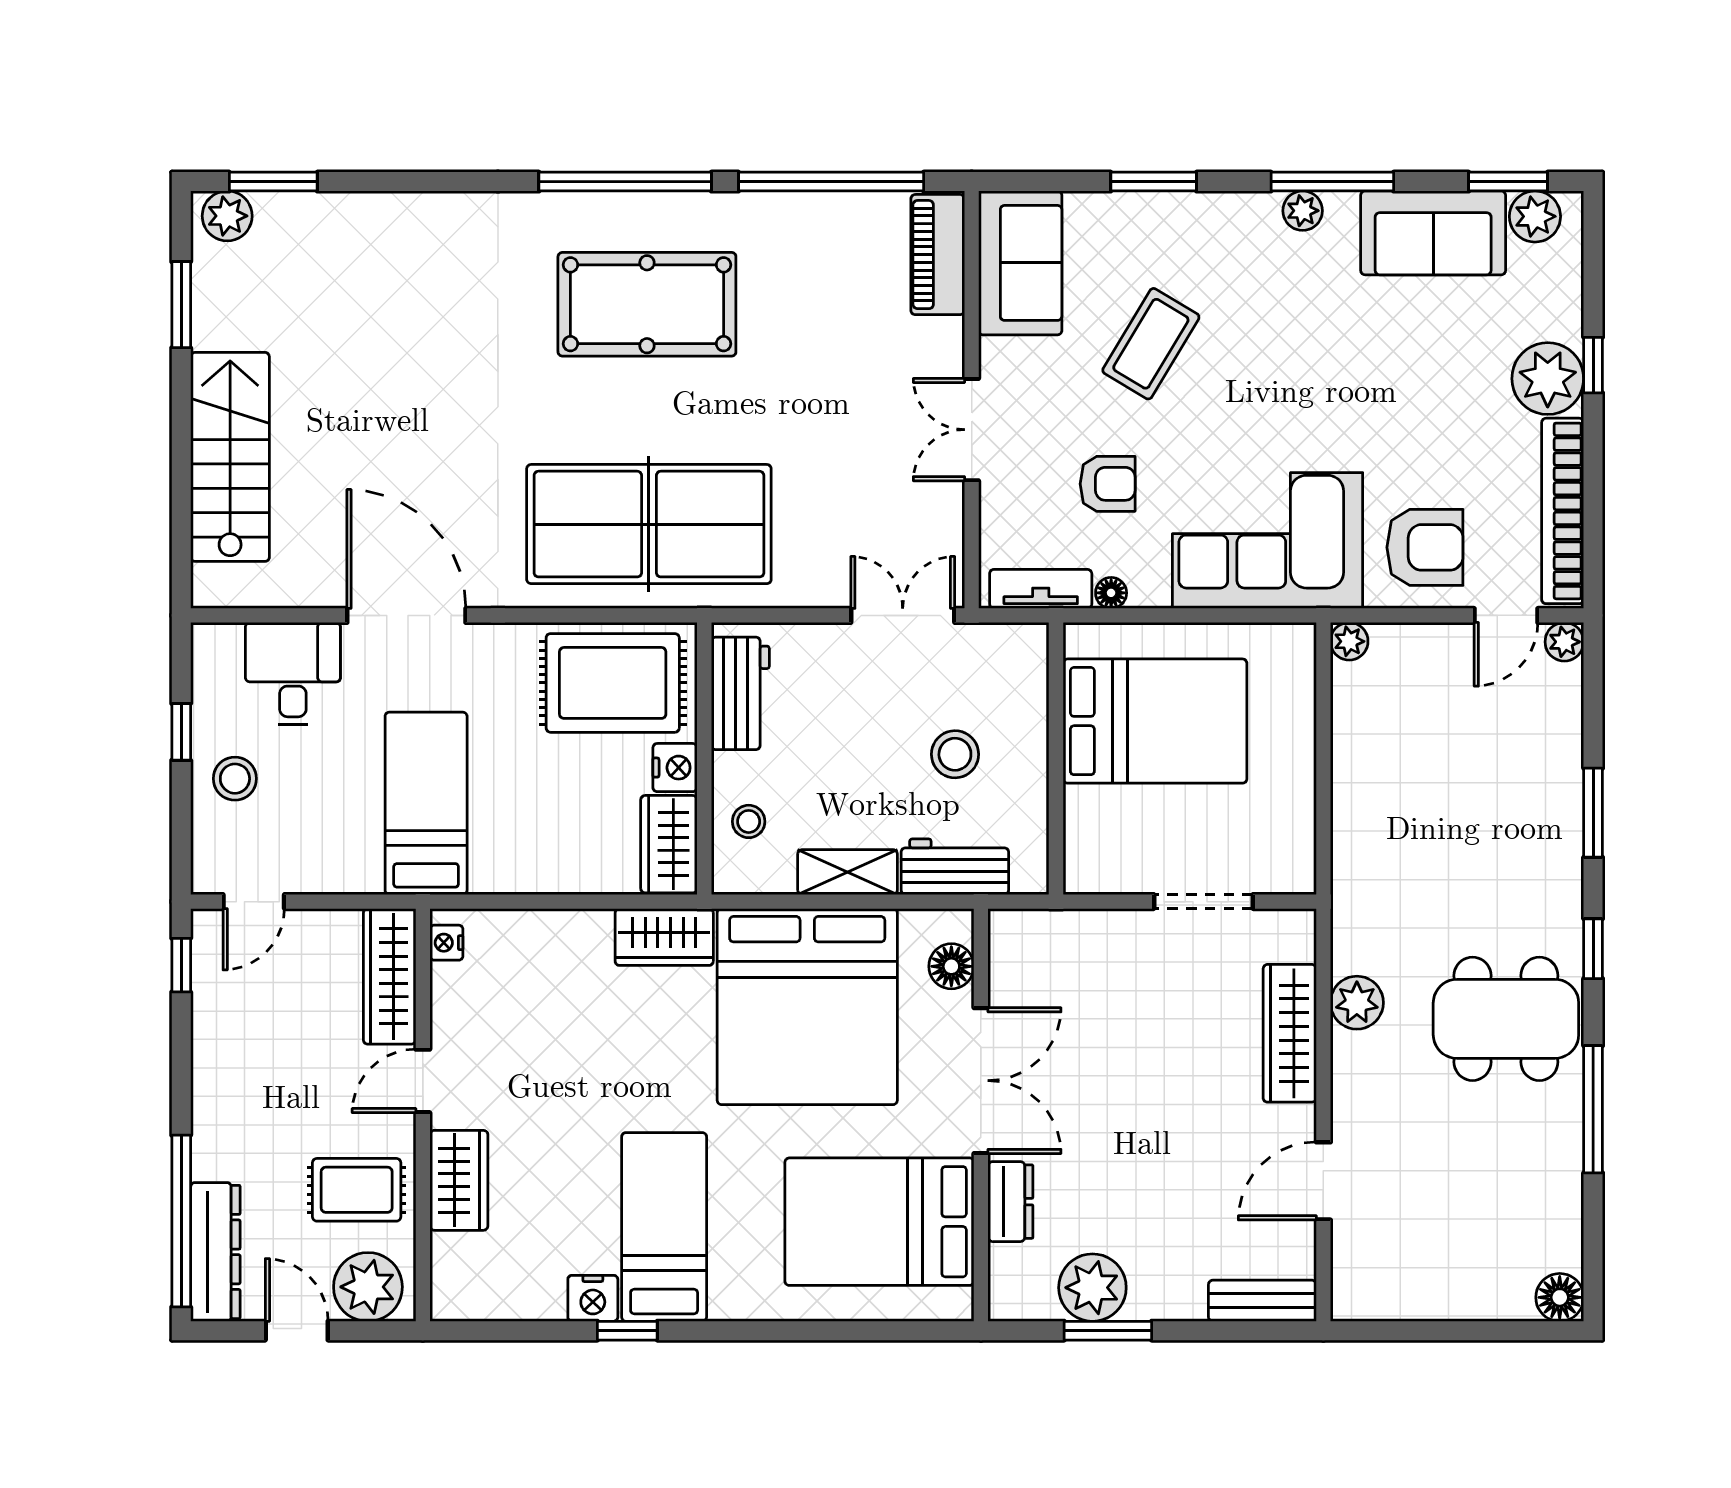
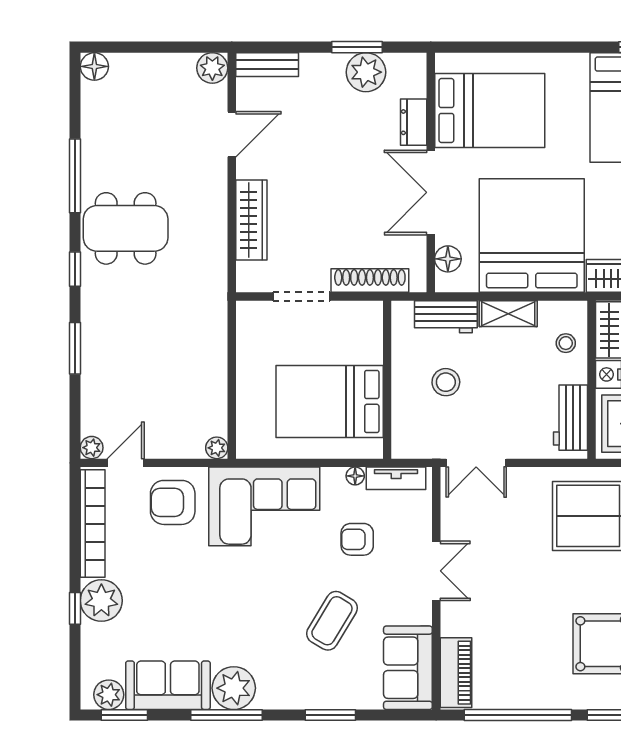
plant: (1303, 211) -> (234, 688), width x1.88, depth x1.88
shoe rack: (1086, 929) -> (370, 281), added
plant: (1357, 1003) -> (212, 68), moved

